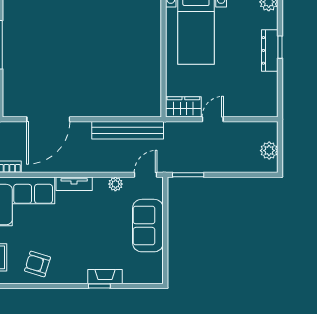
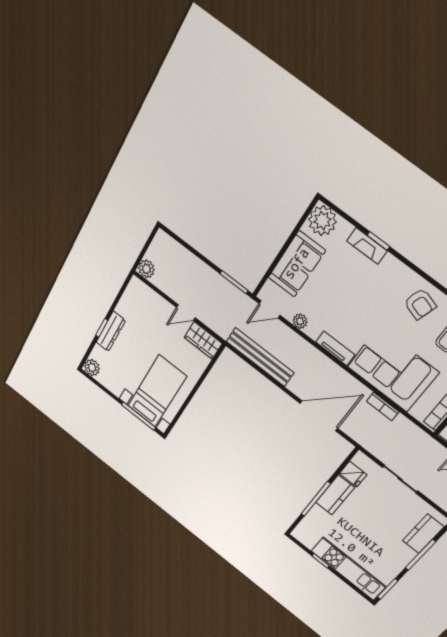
plant: (269, 151) -> (146, 269), moved
plant: (150, 271) -> (322, 221), added

